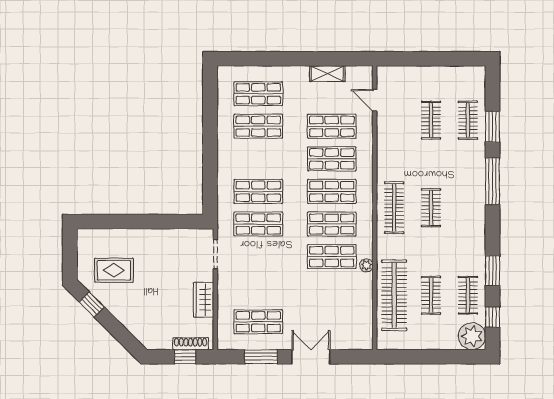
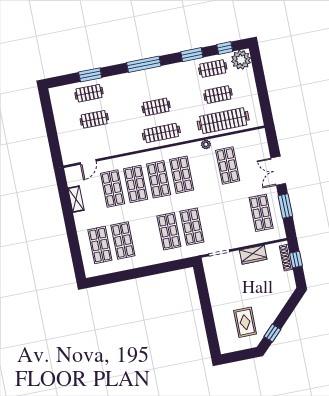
window: (493, 181) -> (144, 64), moved
shop shelf: (332, 257) -> (228, 166), moved

